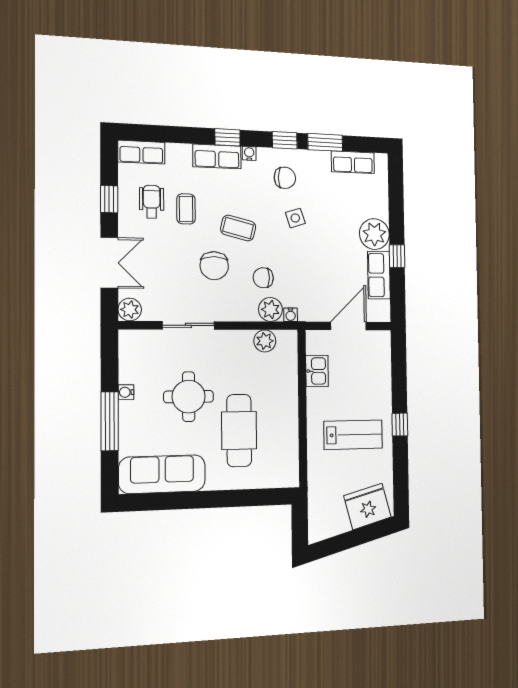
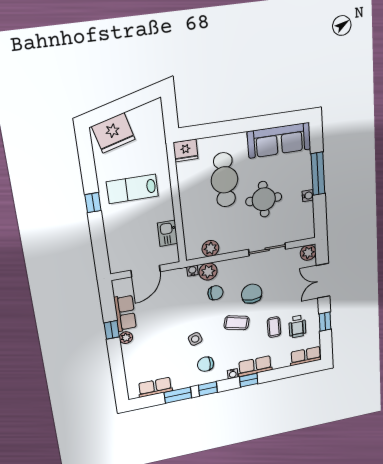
plant: (374, 234) -> (126, 338), width x0.53, depth x0.53
fridge: (285, 475) -> (186, 150), added

